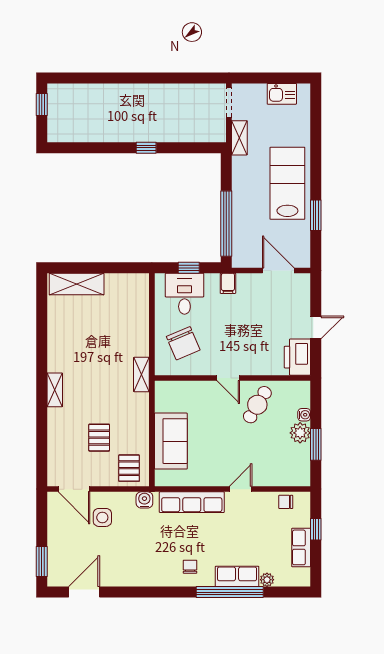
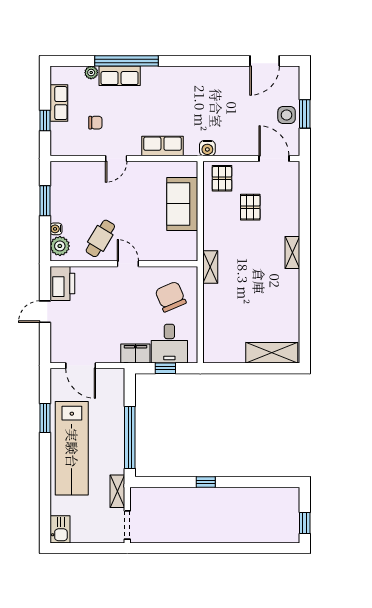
kitchen sink: (282, 94) -> (60, 529), moved, turned 90
lab bench: (287, 183) -> (72, 448), width x1.36
window: (226, 224) -> (130, 437), moved
filing cabinet: (228, 283) -> (135, 353), width x2.00
plant: (300, 433) -> (60, 246), moved
row of seats: (192, 502) -> (162, 146), width x0.68
chair: (286, 502) -> (95, 123), moved
side table: (102, 517) -> (287, 115), moved
window: (42, 562) -> (305, 114), moved
chair: (190, 567) -> (164, 85), removed

